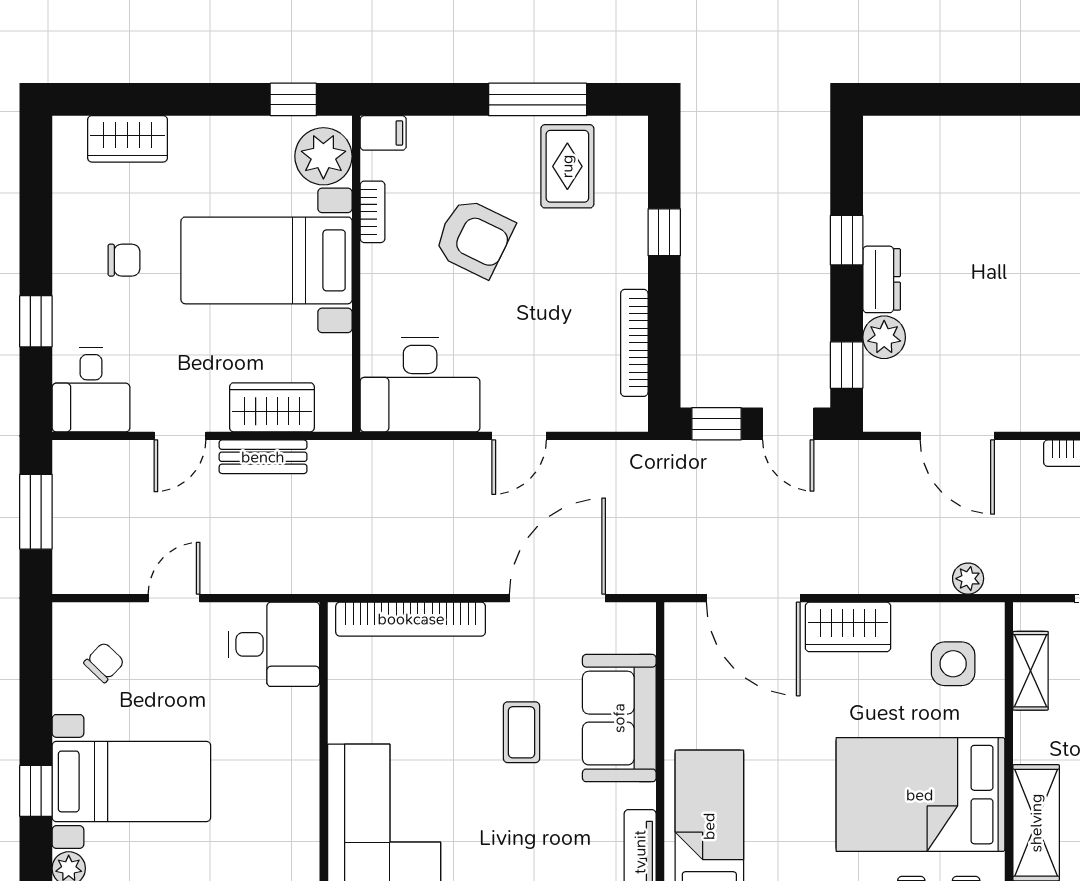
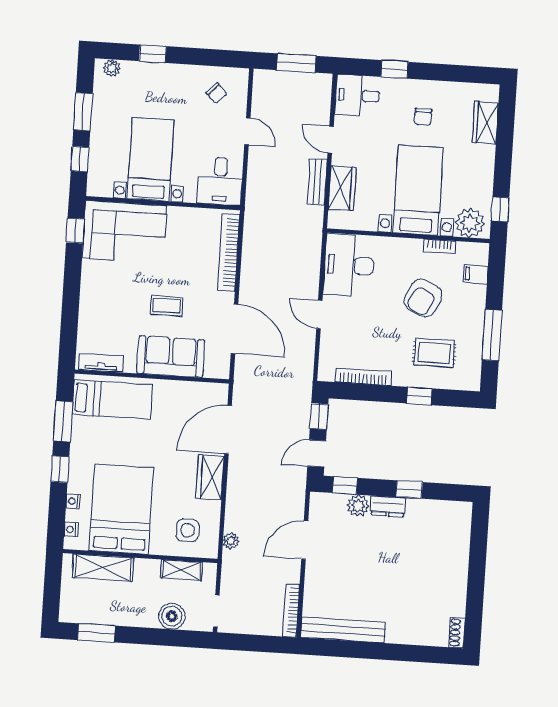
filing cabinet: (383, 133) -> (476, 274), moved, turned 90
rug: (567, 166) -> (434, 353), moved
bed with nightstands: (131, 781) -> (151, 159), moved, turned 180

